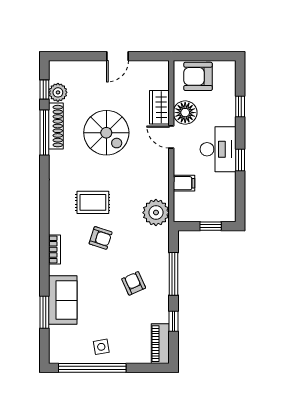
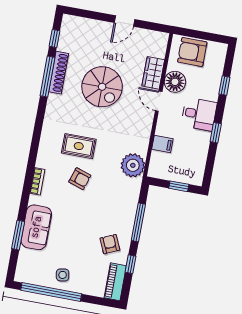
plant: (58, 92) -> (66, 43), removed
desk: (218, 149) -> (199, 114), width x0.73
armchair: (134, 283) -> (110, 244), moved

